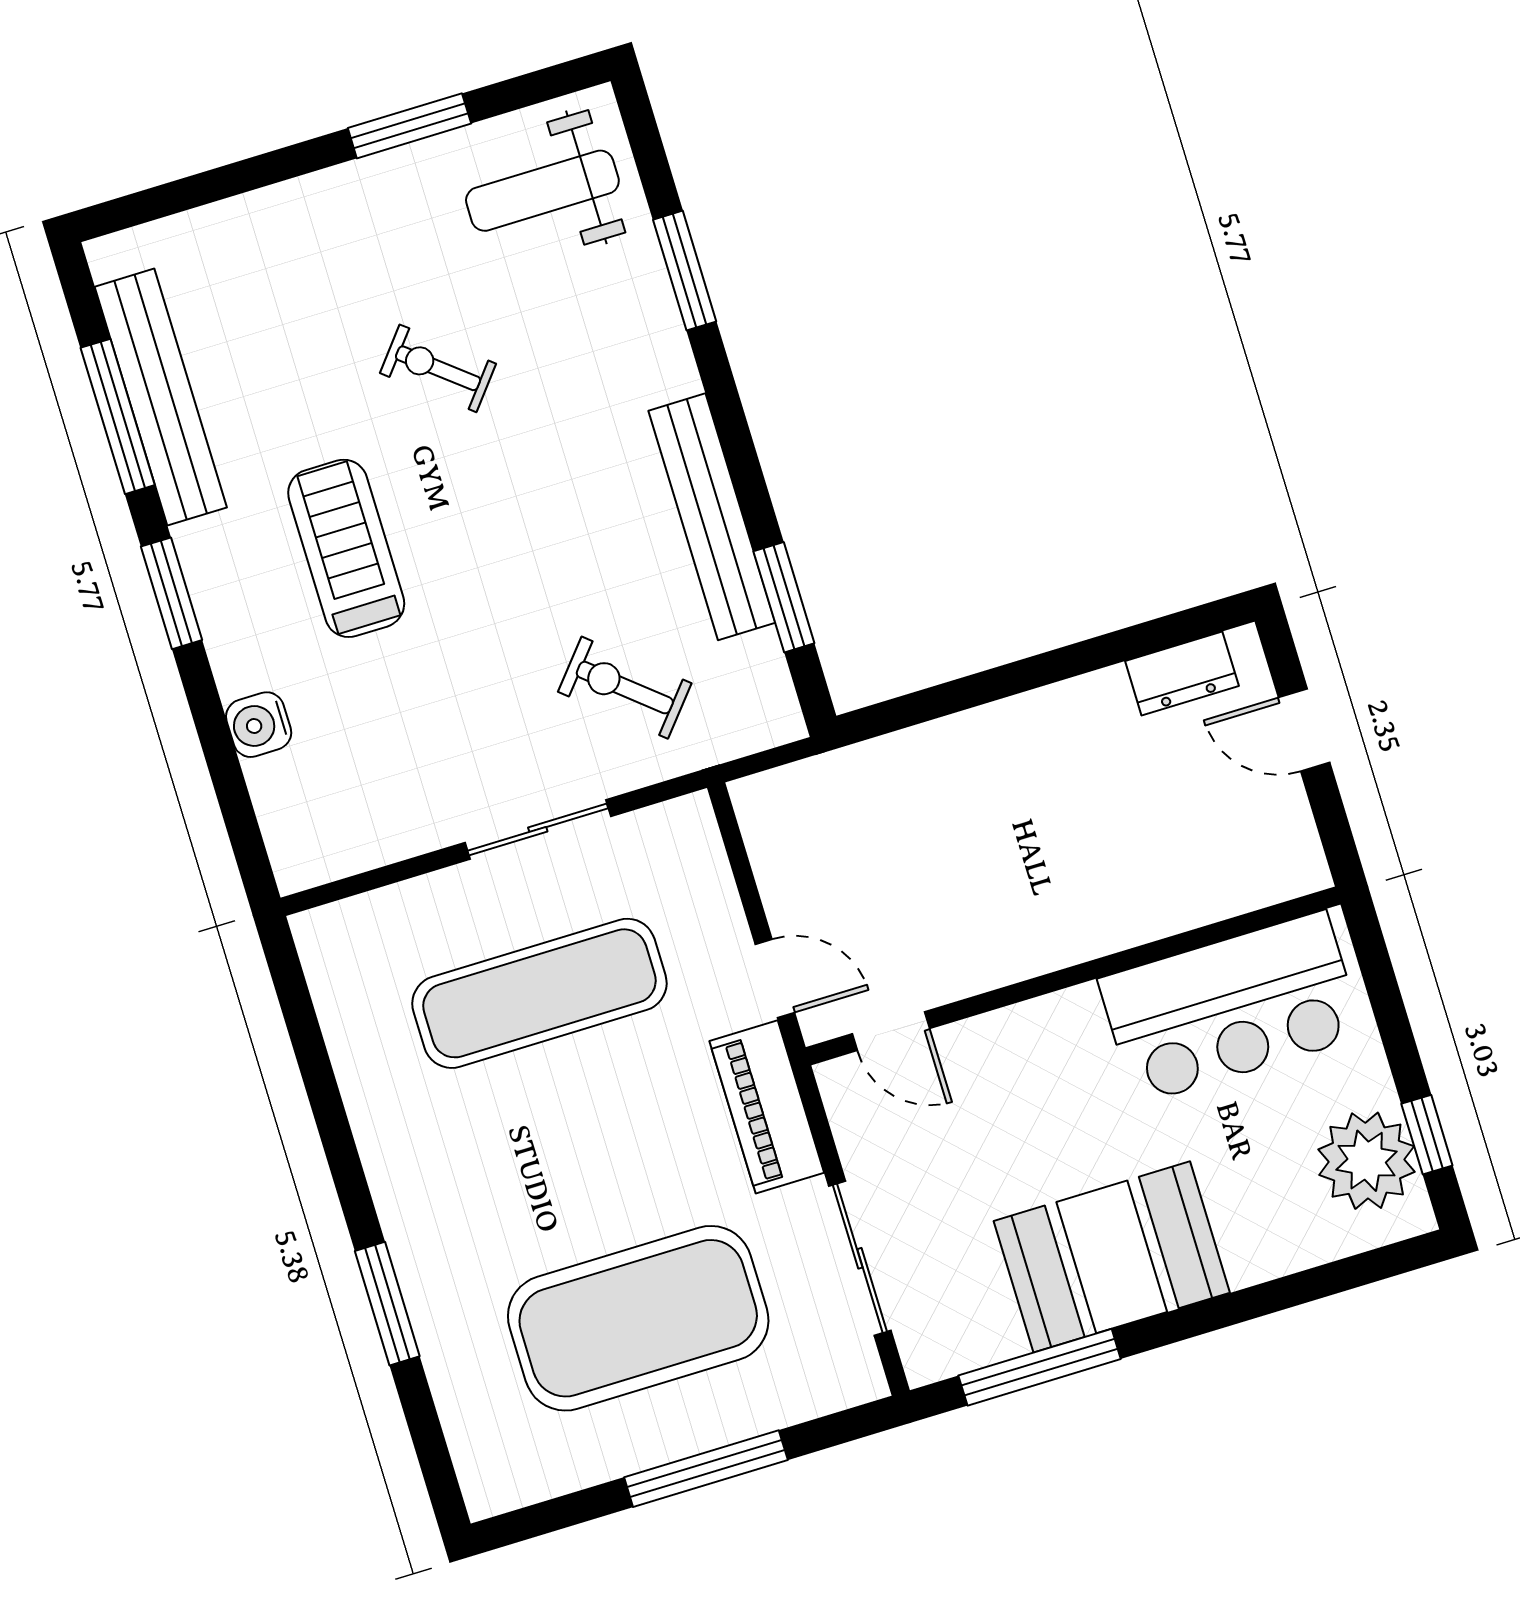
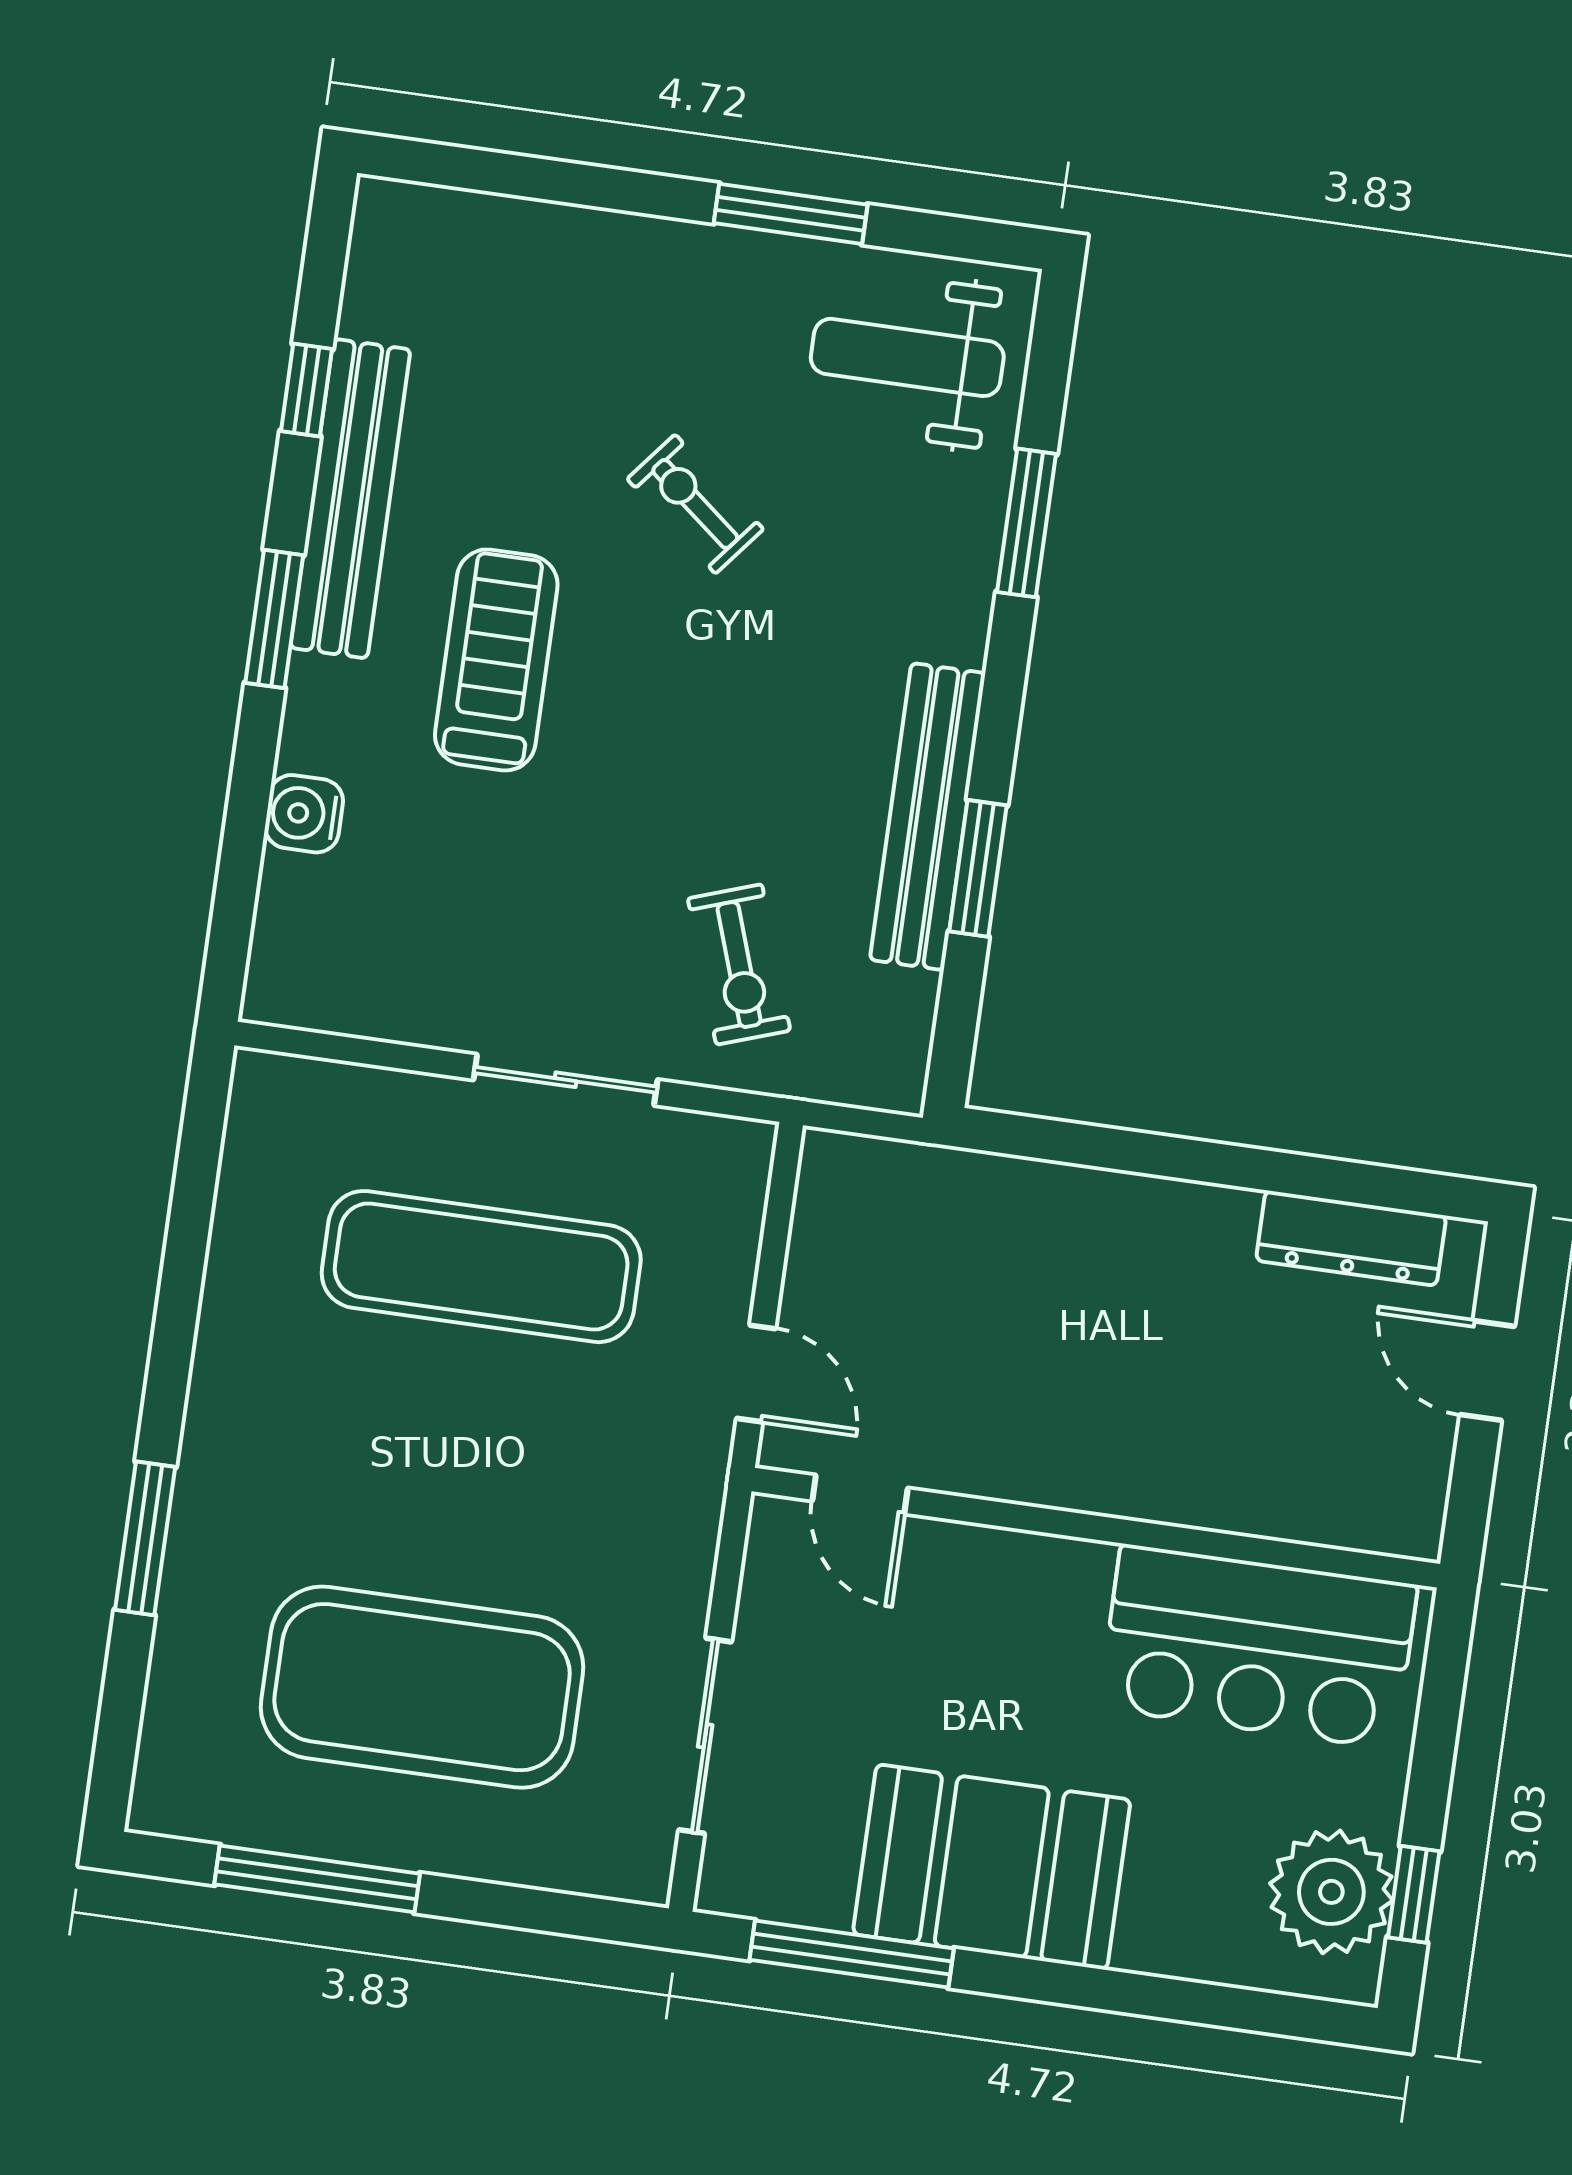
bench: (161, 397) -> (350, 499), moved
window: (118, 416) -> (307, 390), width x0.46
window: (784, 597) -> (978, 868), moved
dresser: (1182, 674) -> (1351, 1238), width x1.44
exercise bike: (625, 688) -> (739, 965), turned -149
piano: (767, 1107) -> (679, 1515), removed
window: (706, 1469) -> (317, 1879), moved

